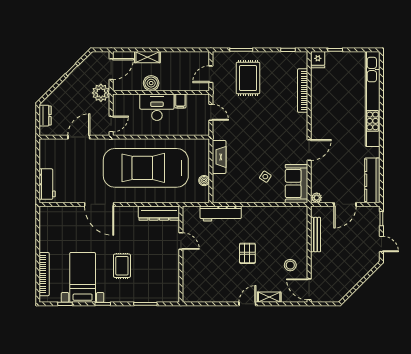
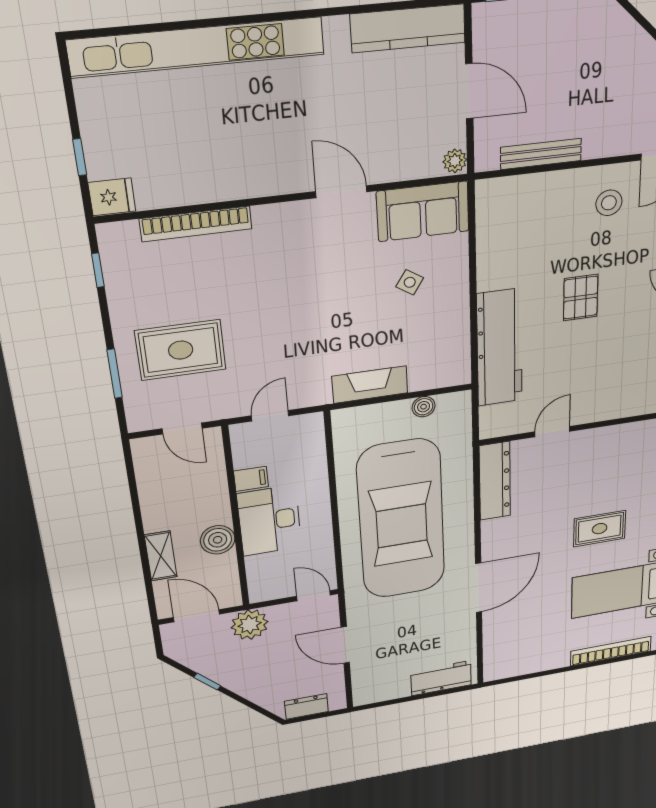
workbench: (221, 213) -> (500, 348), width x1.36, depth x1.32
pallet: (247, 253) -> (581, 298), turned 90

